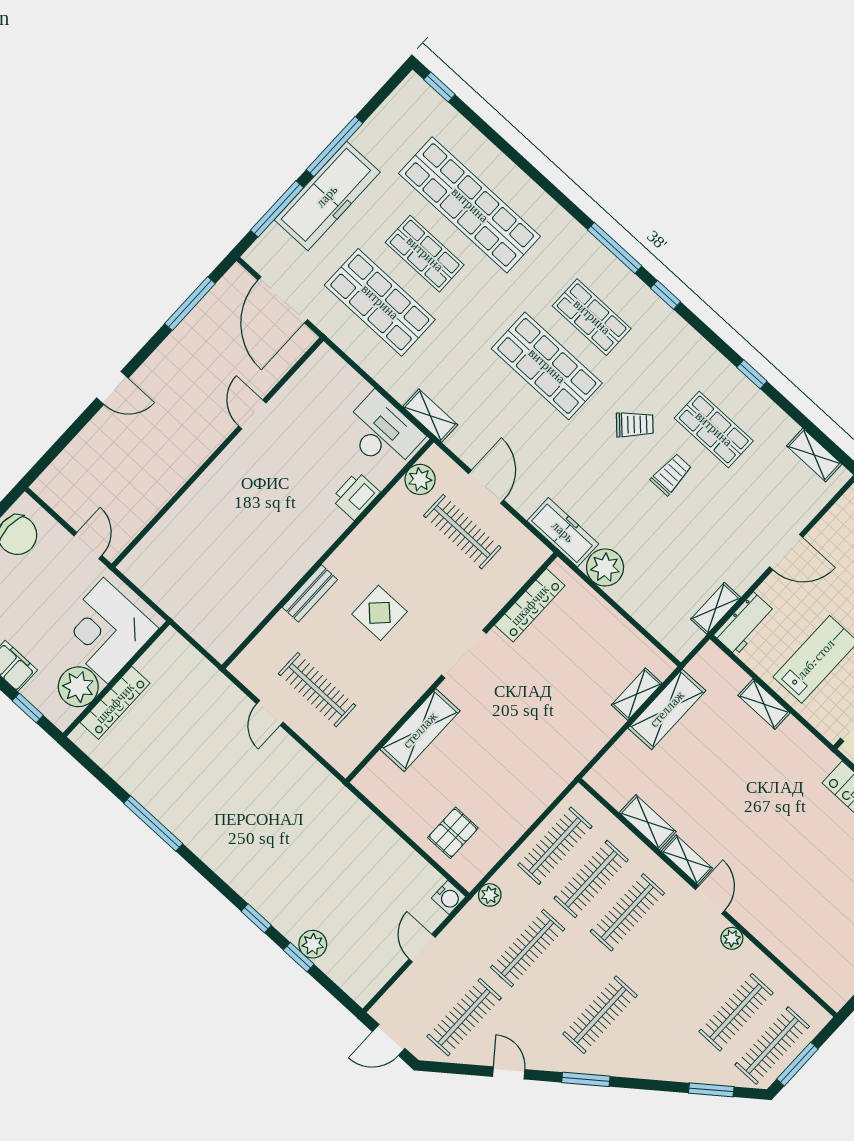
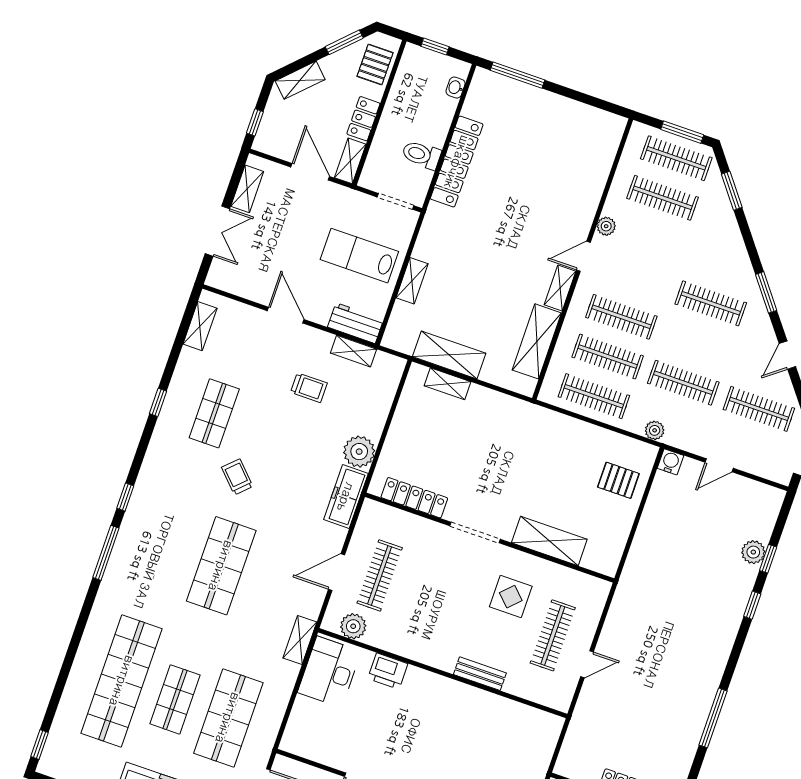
shop shelf: (592, 317) -> (168, 547), removed
trolley: (671, 474) -> (309, 388), moved, turned 180
display table: (380, 613) -> (511, 597), moved
shelving: (648, 822) -> (537, 341), width x1.50, depth x1.33

